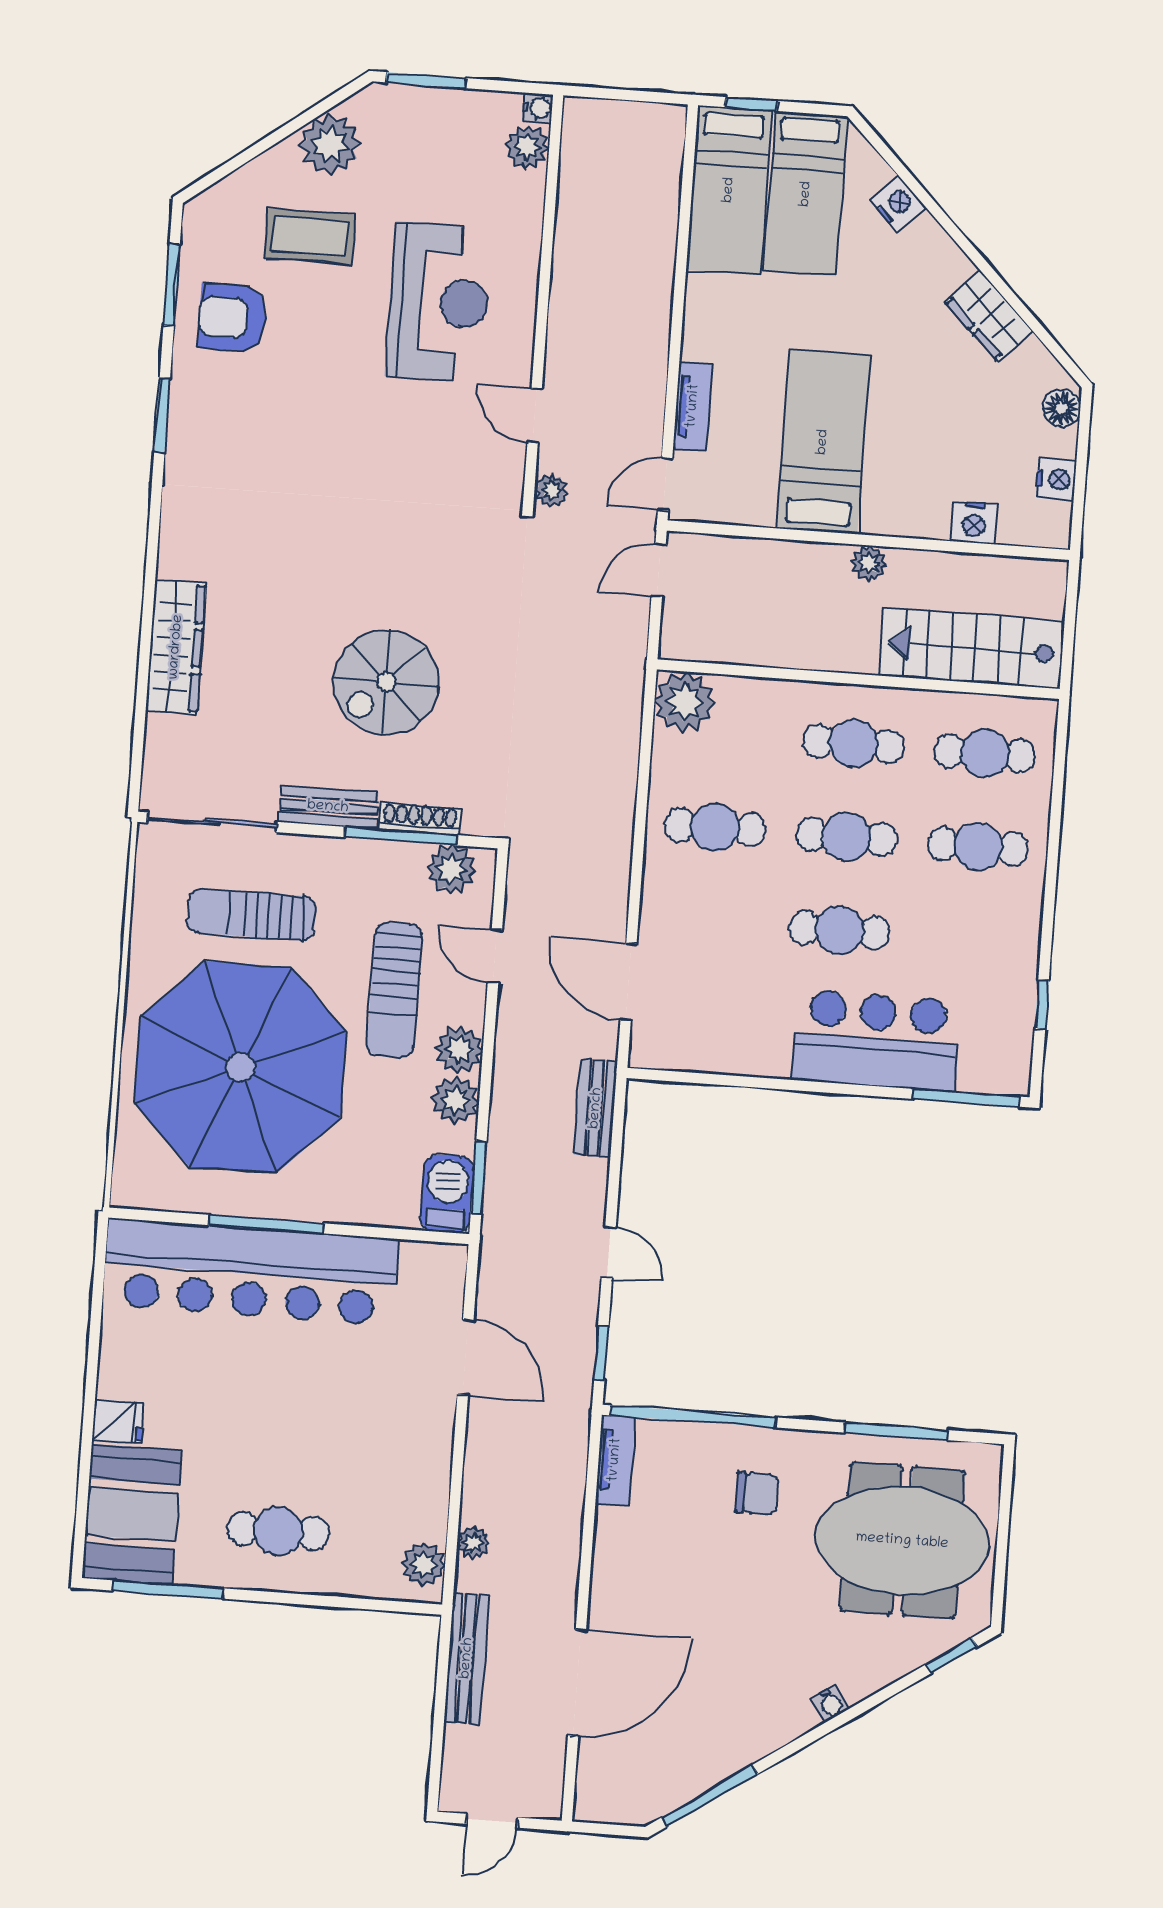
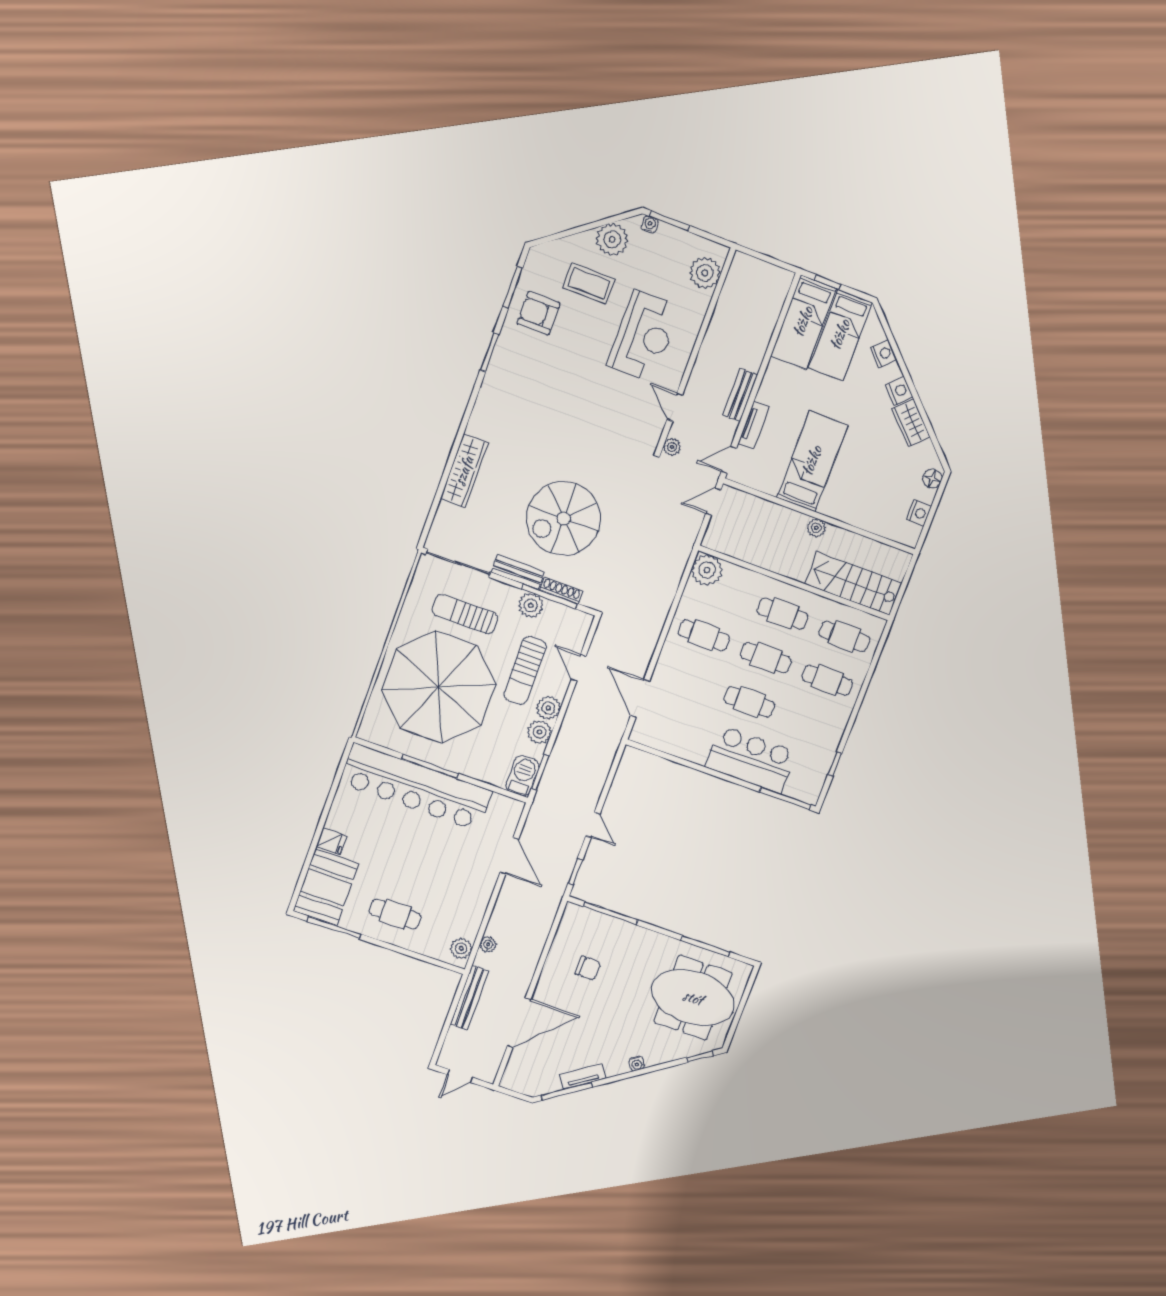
water cooler: (538, 108) -> (650, 224), moved, turned -90
plant: (527, 147) -> (705, 273), width x1.36, depth x1.36
nightstand: (974, 523) -> (899, 391), moved, turned -135
spiral stairs: (386, 682) -> (564, 518), width x1.37, depth x1.37
plant: (451, 869) -> (531, 605), moved
bench: (596, 1108) -> (740, 395), moved
window: (693, 1416) -> (611, 913), width x0.68
tv unit: (615, 1460) -> (583, 1076), moved, turned -124
chair: (756, 1493) -> (588, 968), moved

